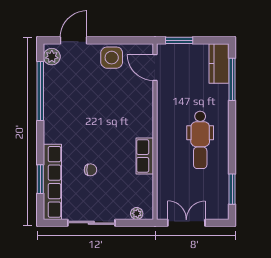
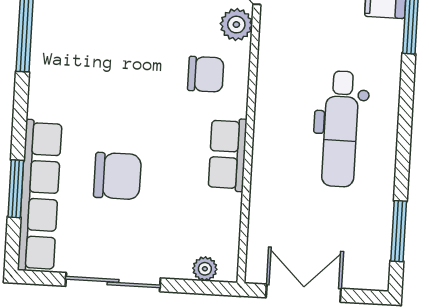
plant: (145, 91) -> (236, 25), added
chair: (132, 117) -> (206, 74), added
chair: (91, 170) -> (117, 176), width x1.87, depth x1.87

